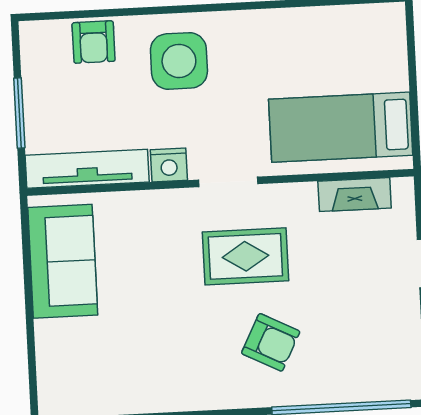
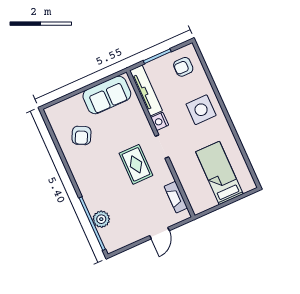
armchair: (94, 42) -> (183, 67), moved
bed: (341, 127) -> (219, 173), moved
armchair: (271, 342) -> (81, 135), moved
plant: (339, 383) -> (101, 219), added

